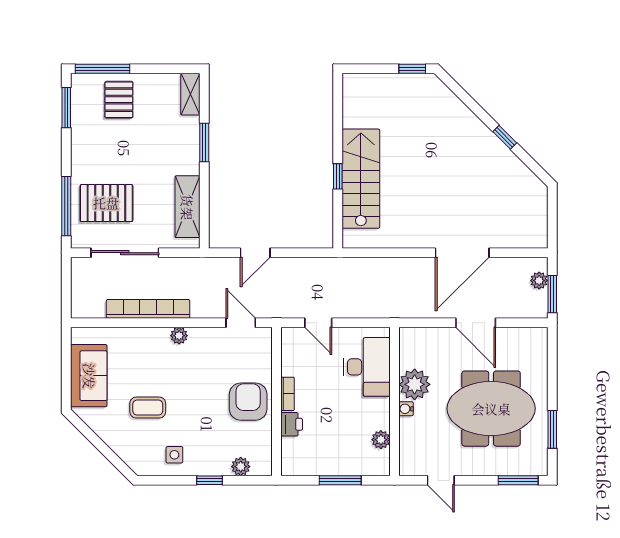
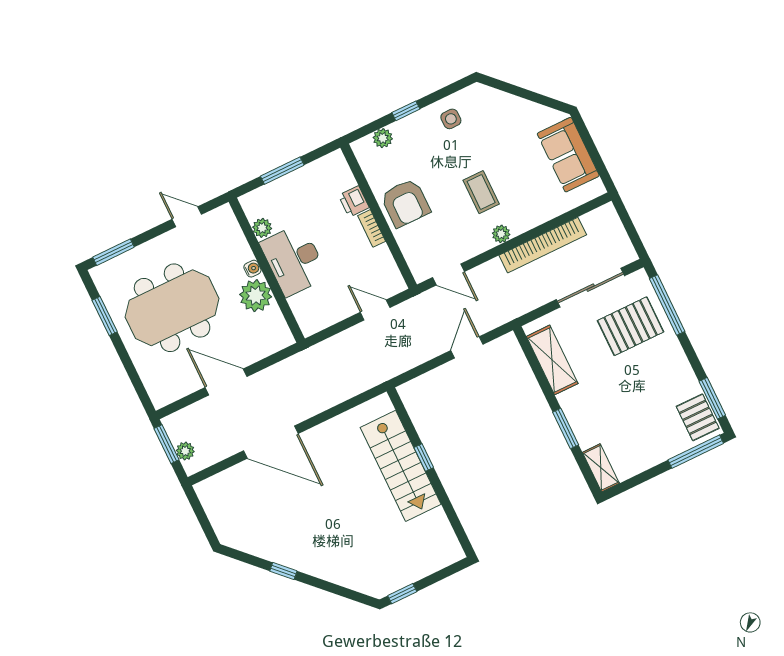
pallet: (119, 100) -> (698, 417), moved
door: (462, 253) -> (271, 442), swing flipped
desk: (367, 367) -> (294, 260), moved
coffee table: (148, 408) -> (481, 192), moved, turned 90

